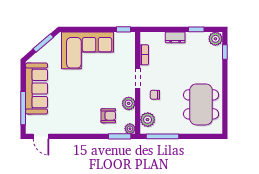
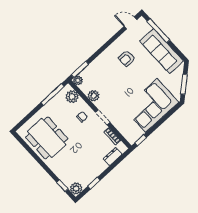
dresser: (175, 37) -> (113, 157), moved
armchair: (108, 116) -> (127, 58), moved

